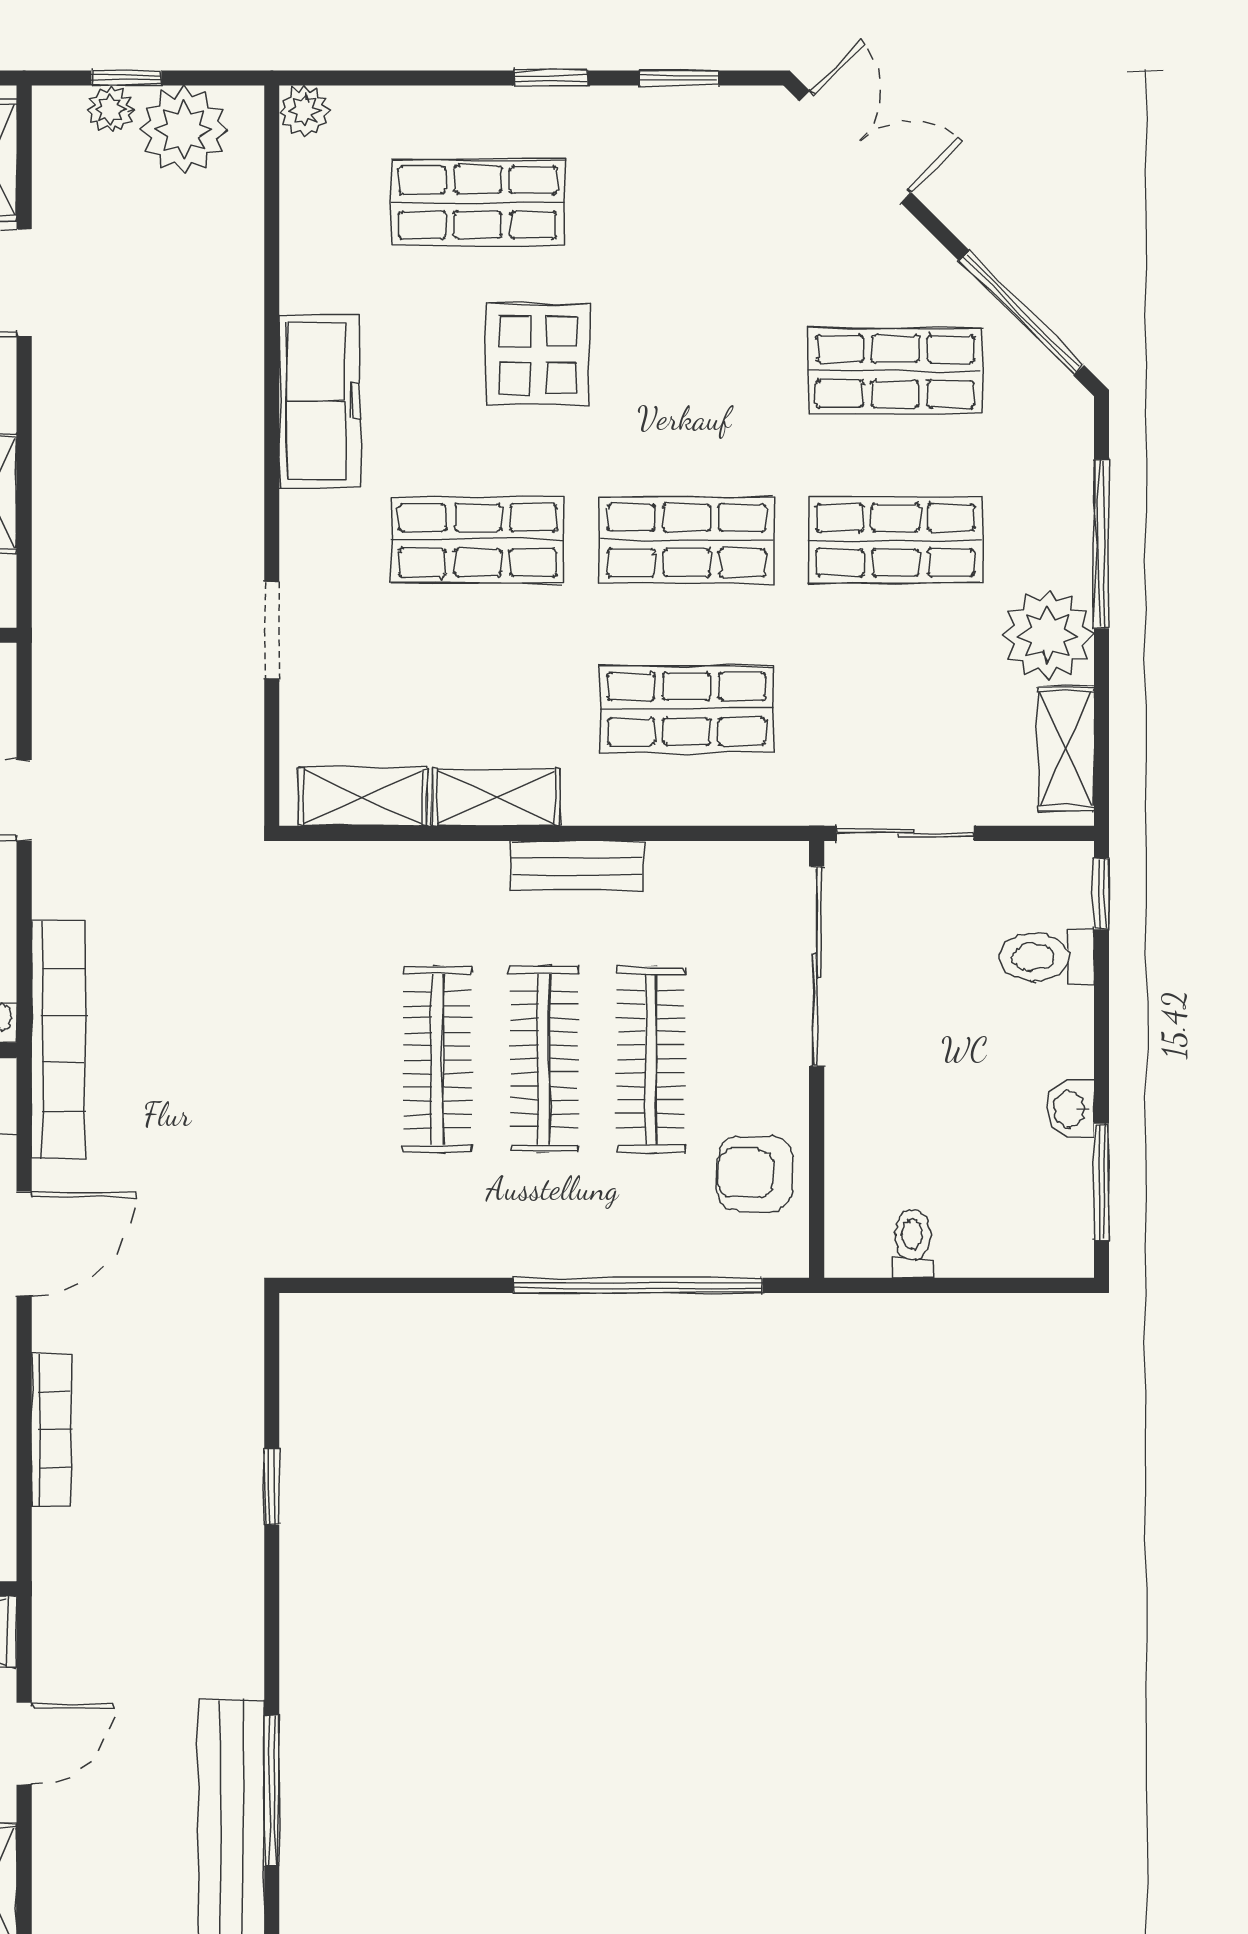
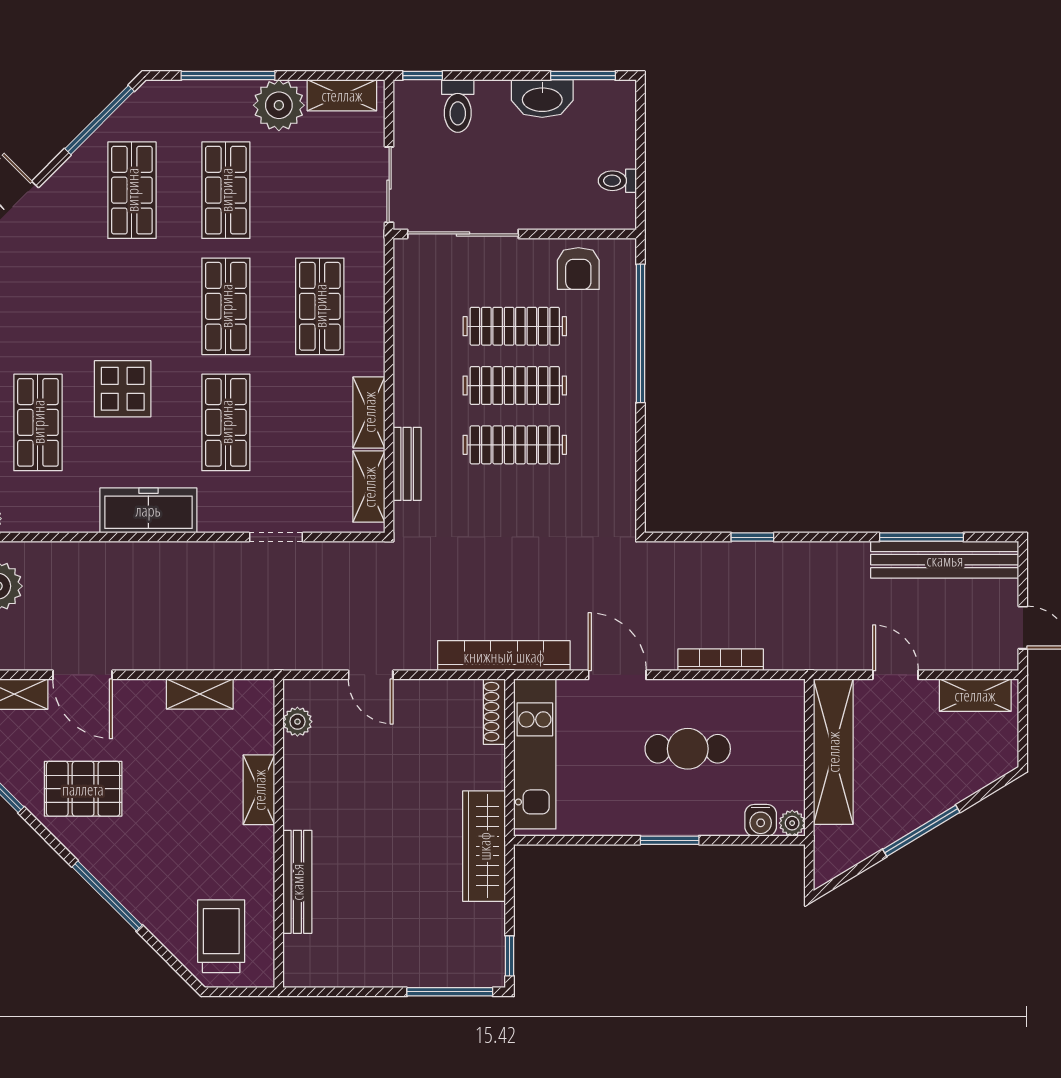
bench: (577, 866) -> (407, 464), moved
washbasin: (1071, 1109) -> (542, 99), width x1.91, depth x1.45

